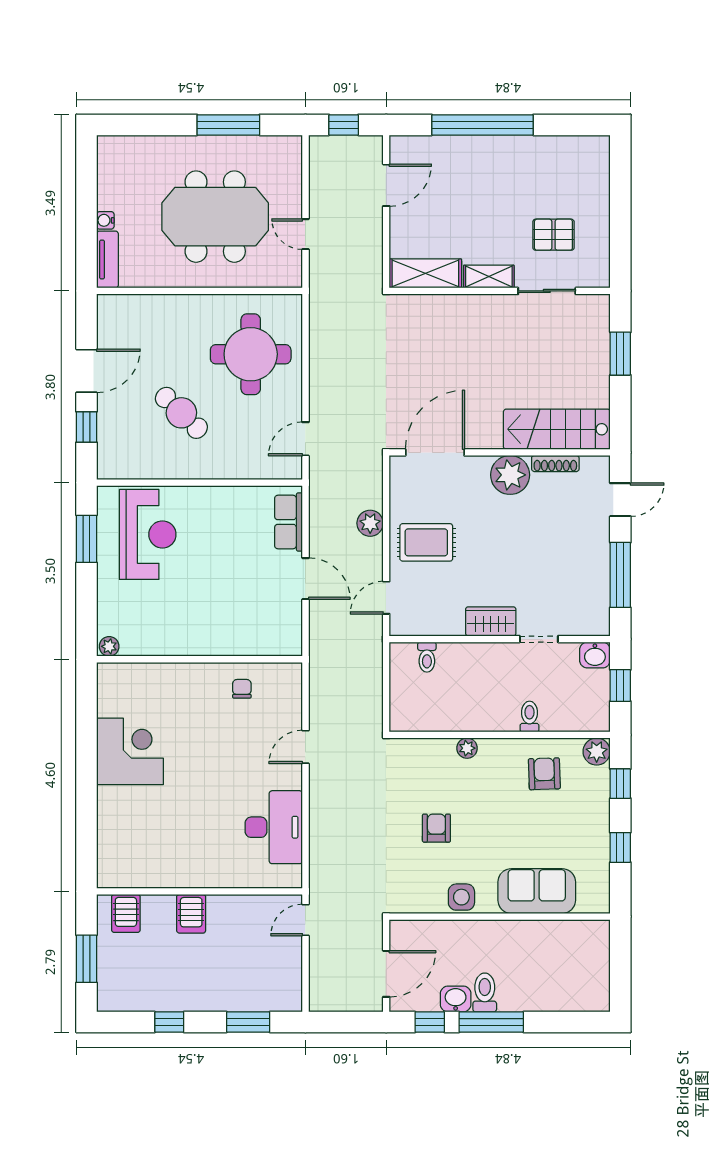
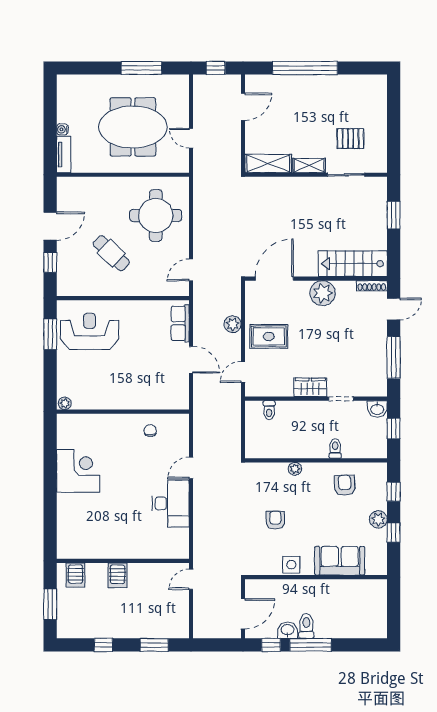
shoe rack: (555, 463) -> (372, 286), moved
reception desk: (148, 534) -> (90, 331), turned -90
plant: (597, 752) -> (378, 519), moved
desk: (274, 827) -> (171, 503), moved

